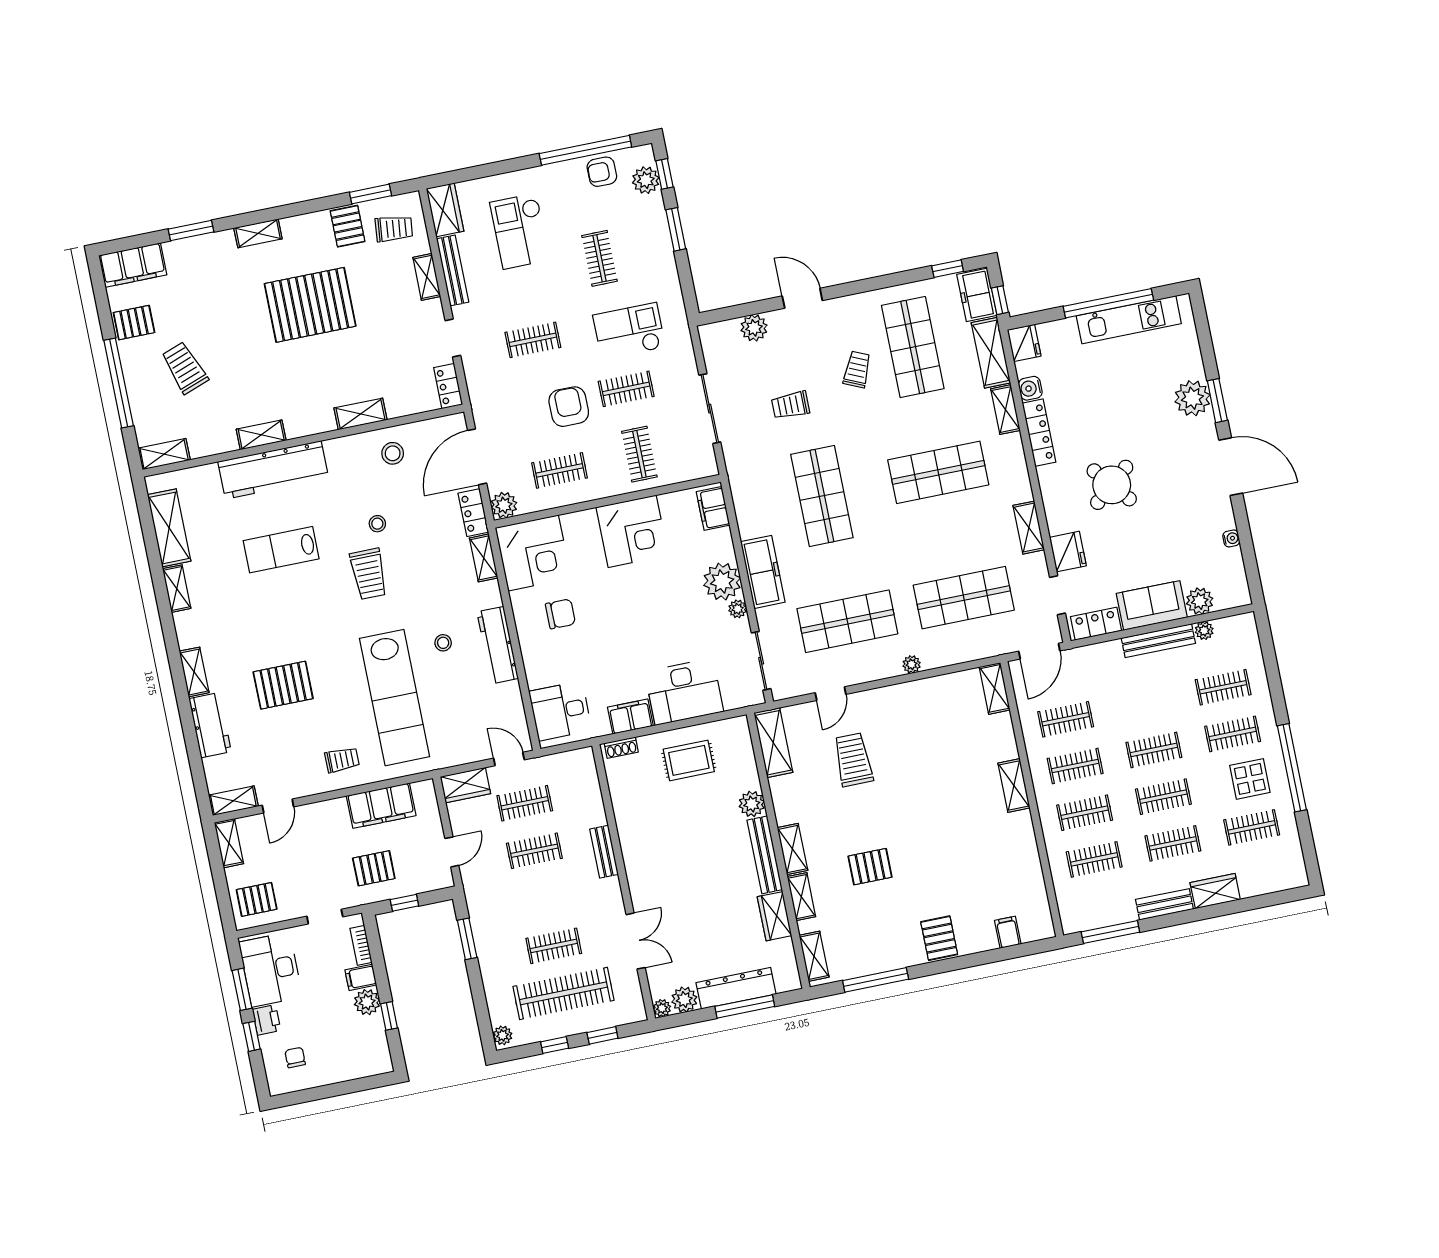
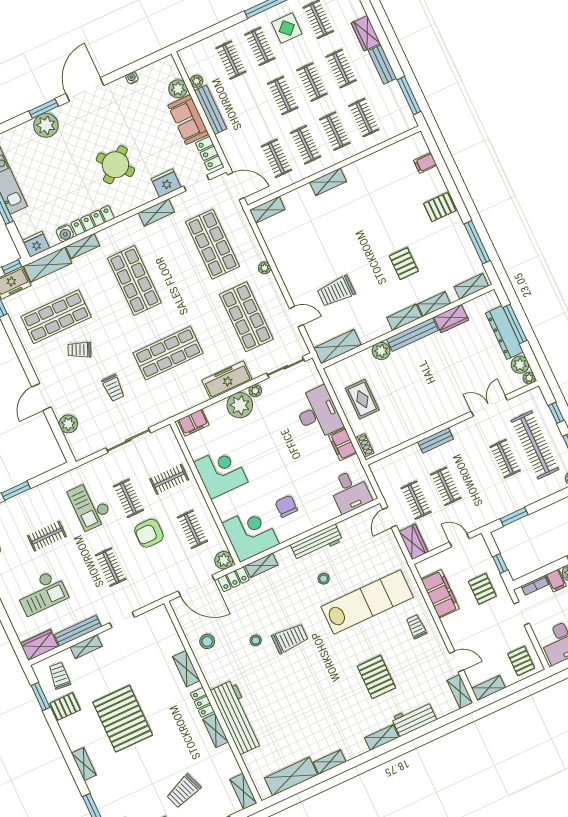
locker: (448, 386) -> (202, 702), moved, turned 90
lab bench: (281, 550) -> (288, 700), removed

